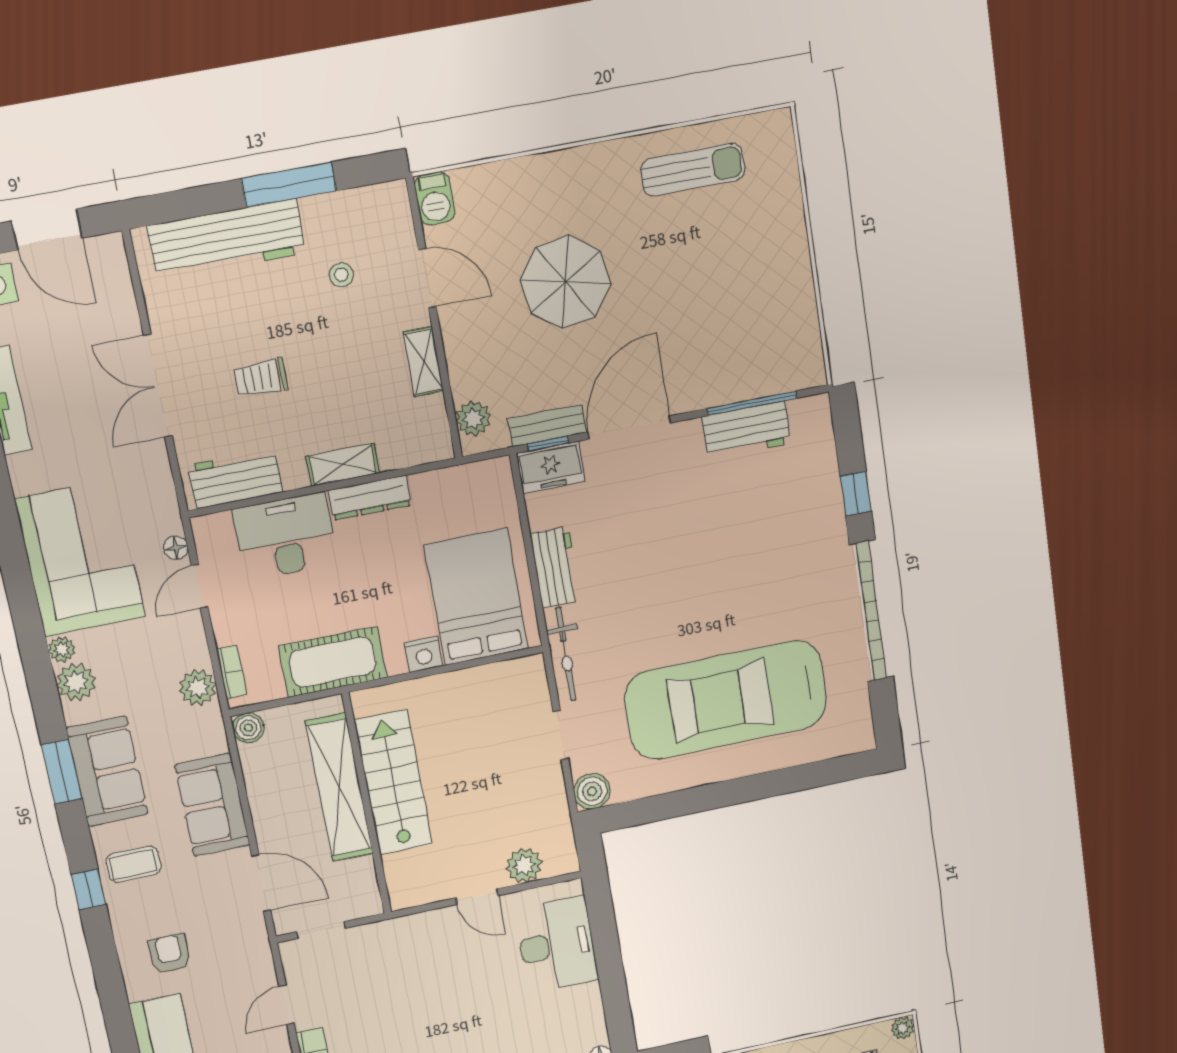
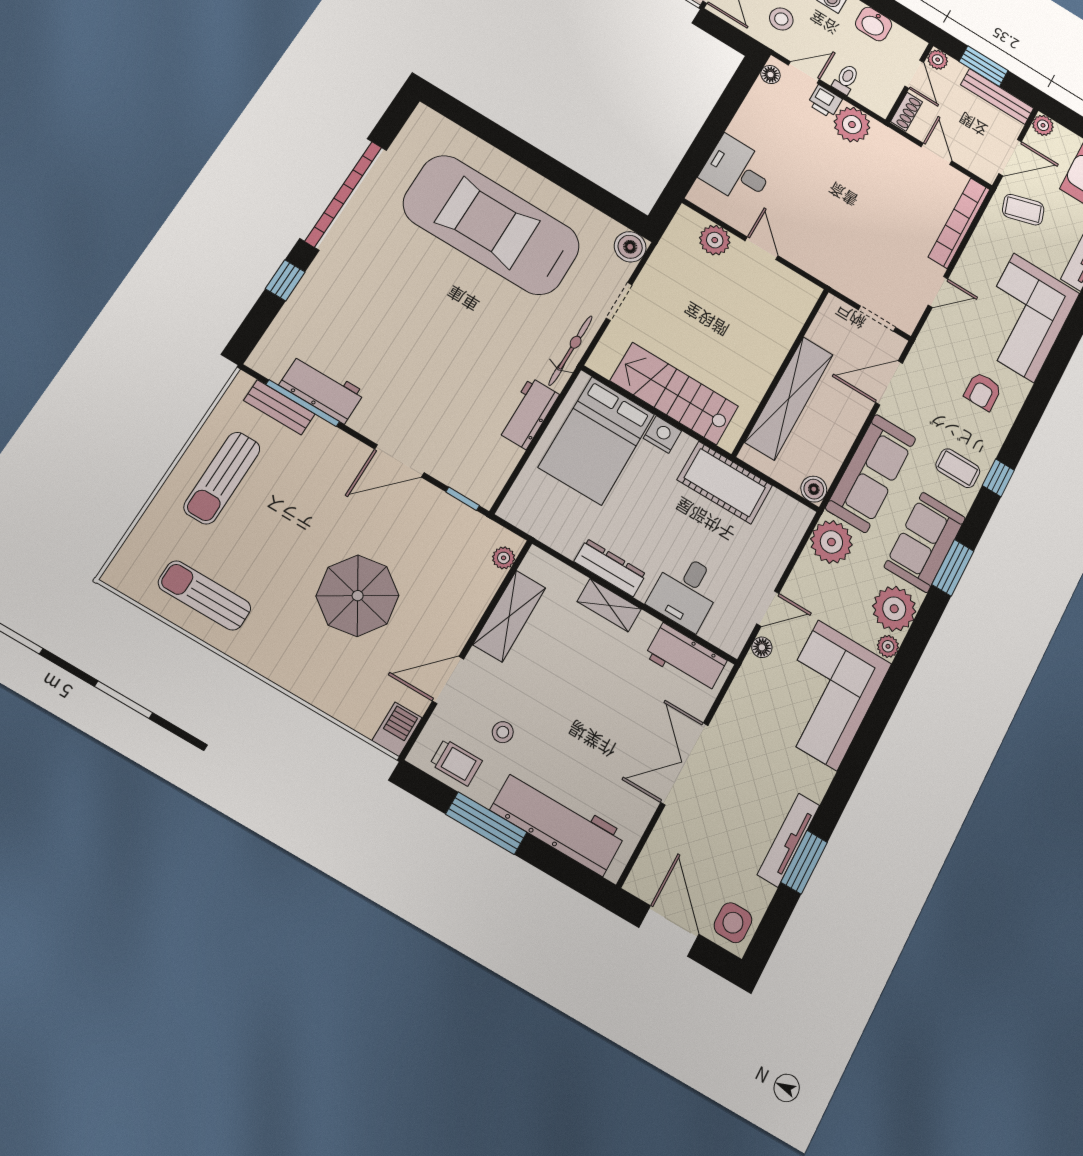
door: (427, 278) -> (448, 680), hinge flipped
sun lounger: (764, 281) -> (222, 478), added
shelving: (423, 362) -> (509, 616), width x1.50, depth x1.33
trolley: (261, 378) -> (456, 762), moved
double door: (158, 386) -> (684, 764), swing flipped
plant: (473, 418) -> (504, 558), width x0.73, depth x0.73
bench: (547, 426) -> (279, 407), moved
door: (629, 427) -> (399, 461), width x0.73
freezer: (551, 467) -> (474, 481), removed
desk: (286, 536) -> (686, 592), width x0.73
bookcase: (232, 672) -> (794, 535), removed
plant: (76, 682) -> (894, 609), width x1.36, depth x1.36
plant: (198, 688) -> (831, 542), width x1.36, depth x1.36
car: (726, 700) -> (492, 225), turned 180
stairs: (393, 783) -> (674, 394), moved, turned 90
sofa: (212, 805) -> (871, 473), width x1.36
door: (261, 883) -> (889, 383), hinge flipped
desk: (557, 945) -> (737, 171), width x0.73

